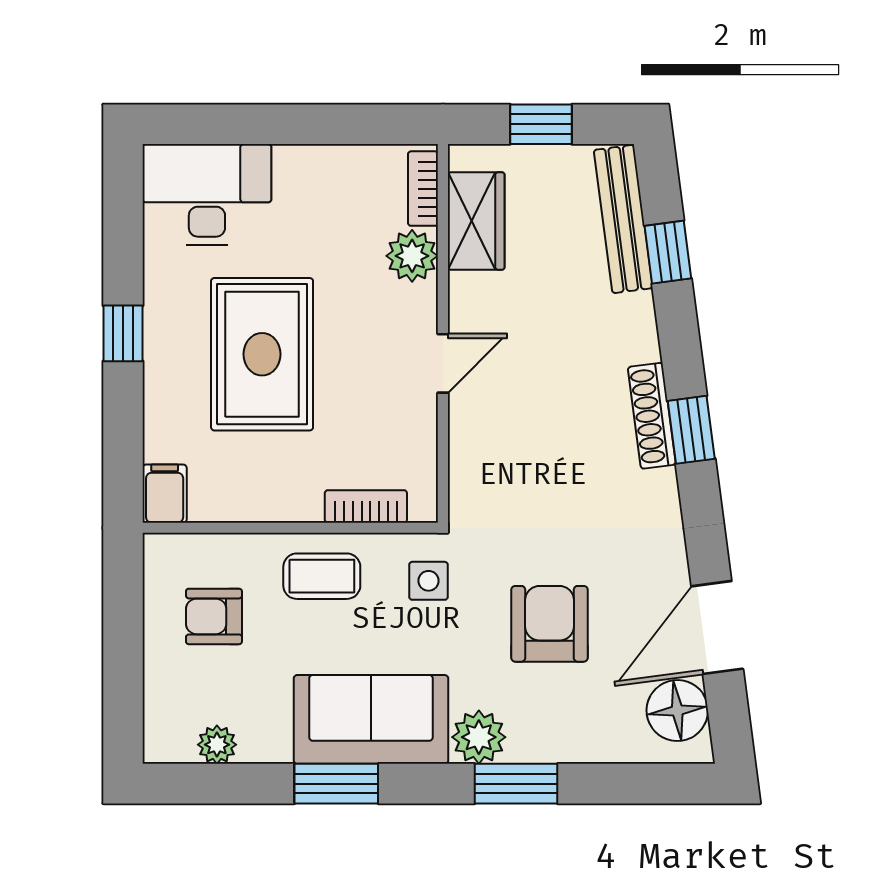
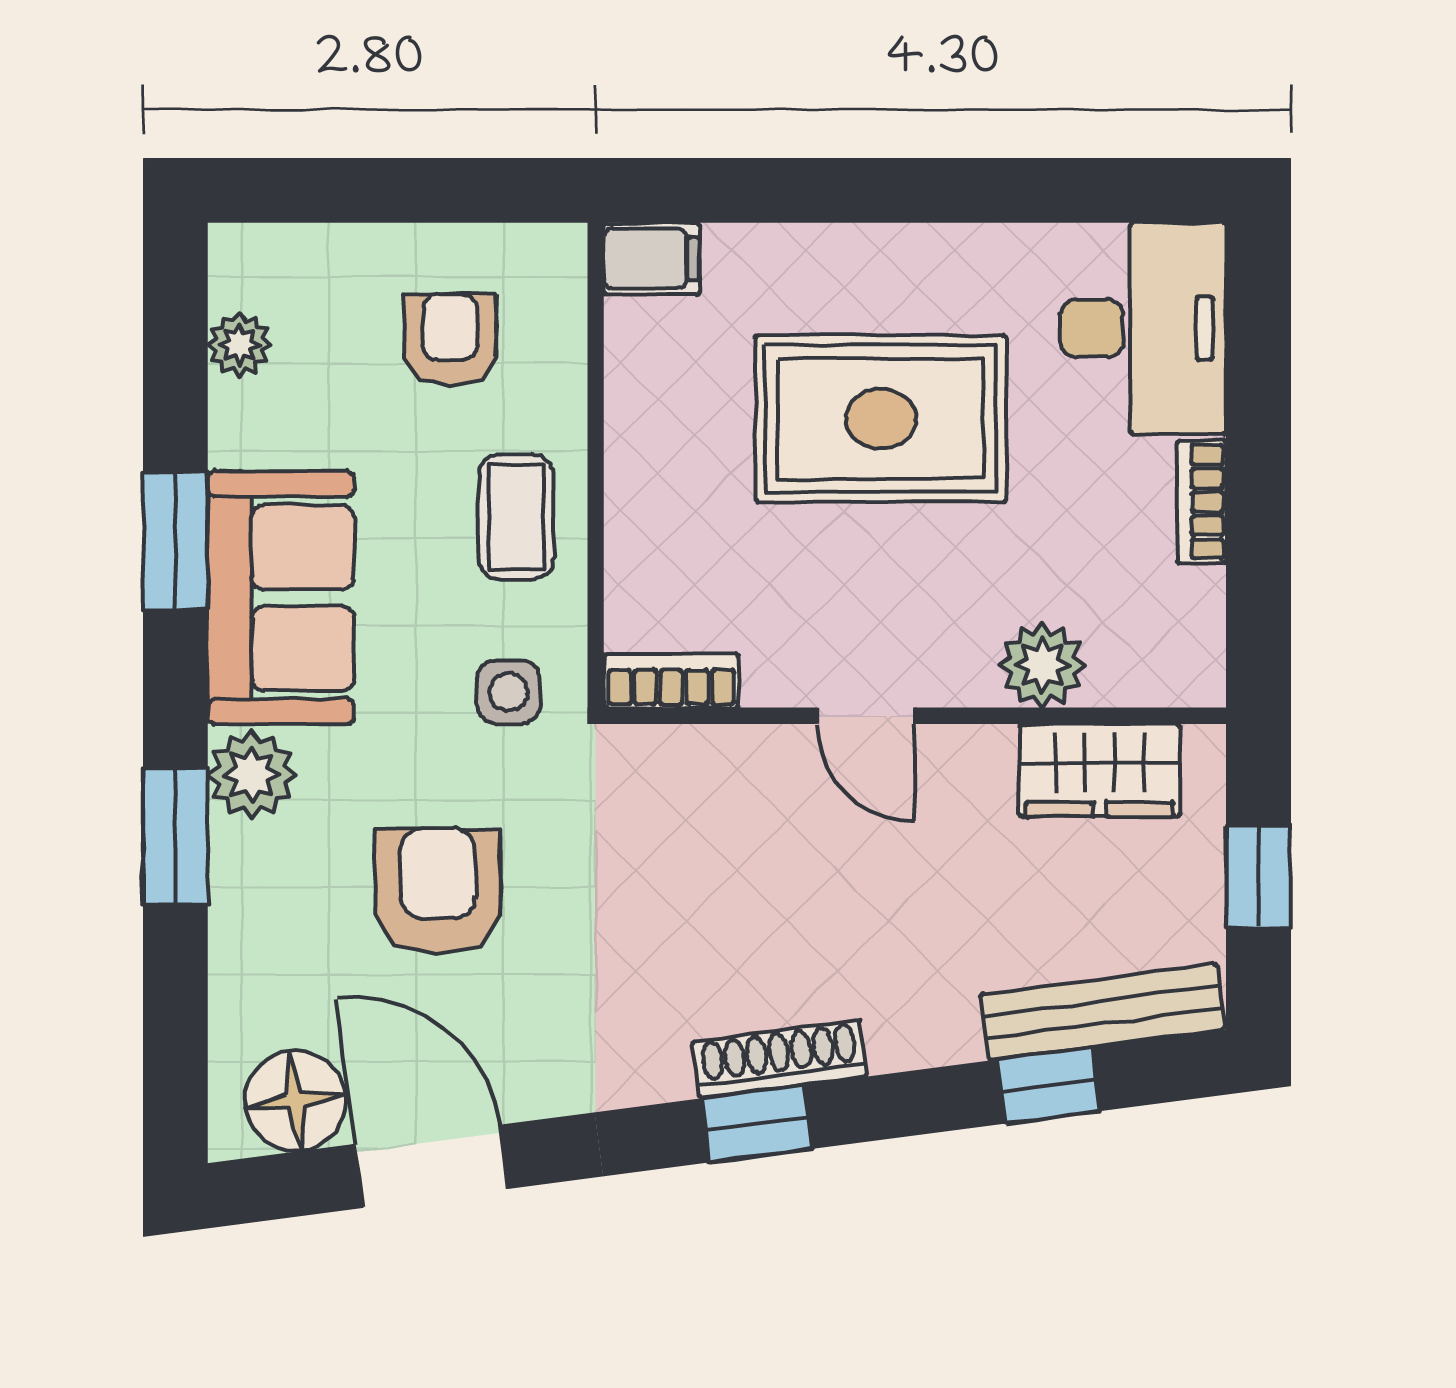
bookcase: (423, 189) -> (1202, 502), moved, turned -90
window: (123, 333) -> (915, 190), removed
bookcase: (366, 506) -> (671, 681), moved, turned -90
armchair: (550, 624) -> (438, 891), turned -90

